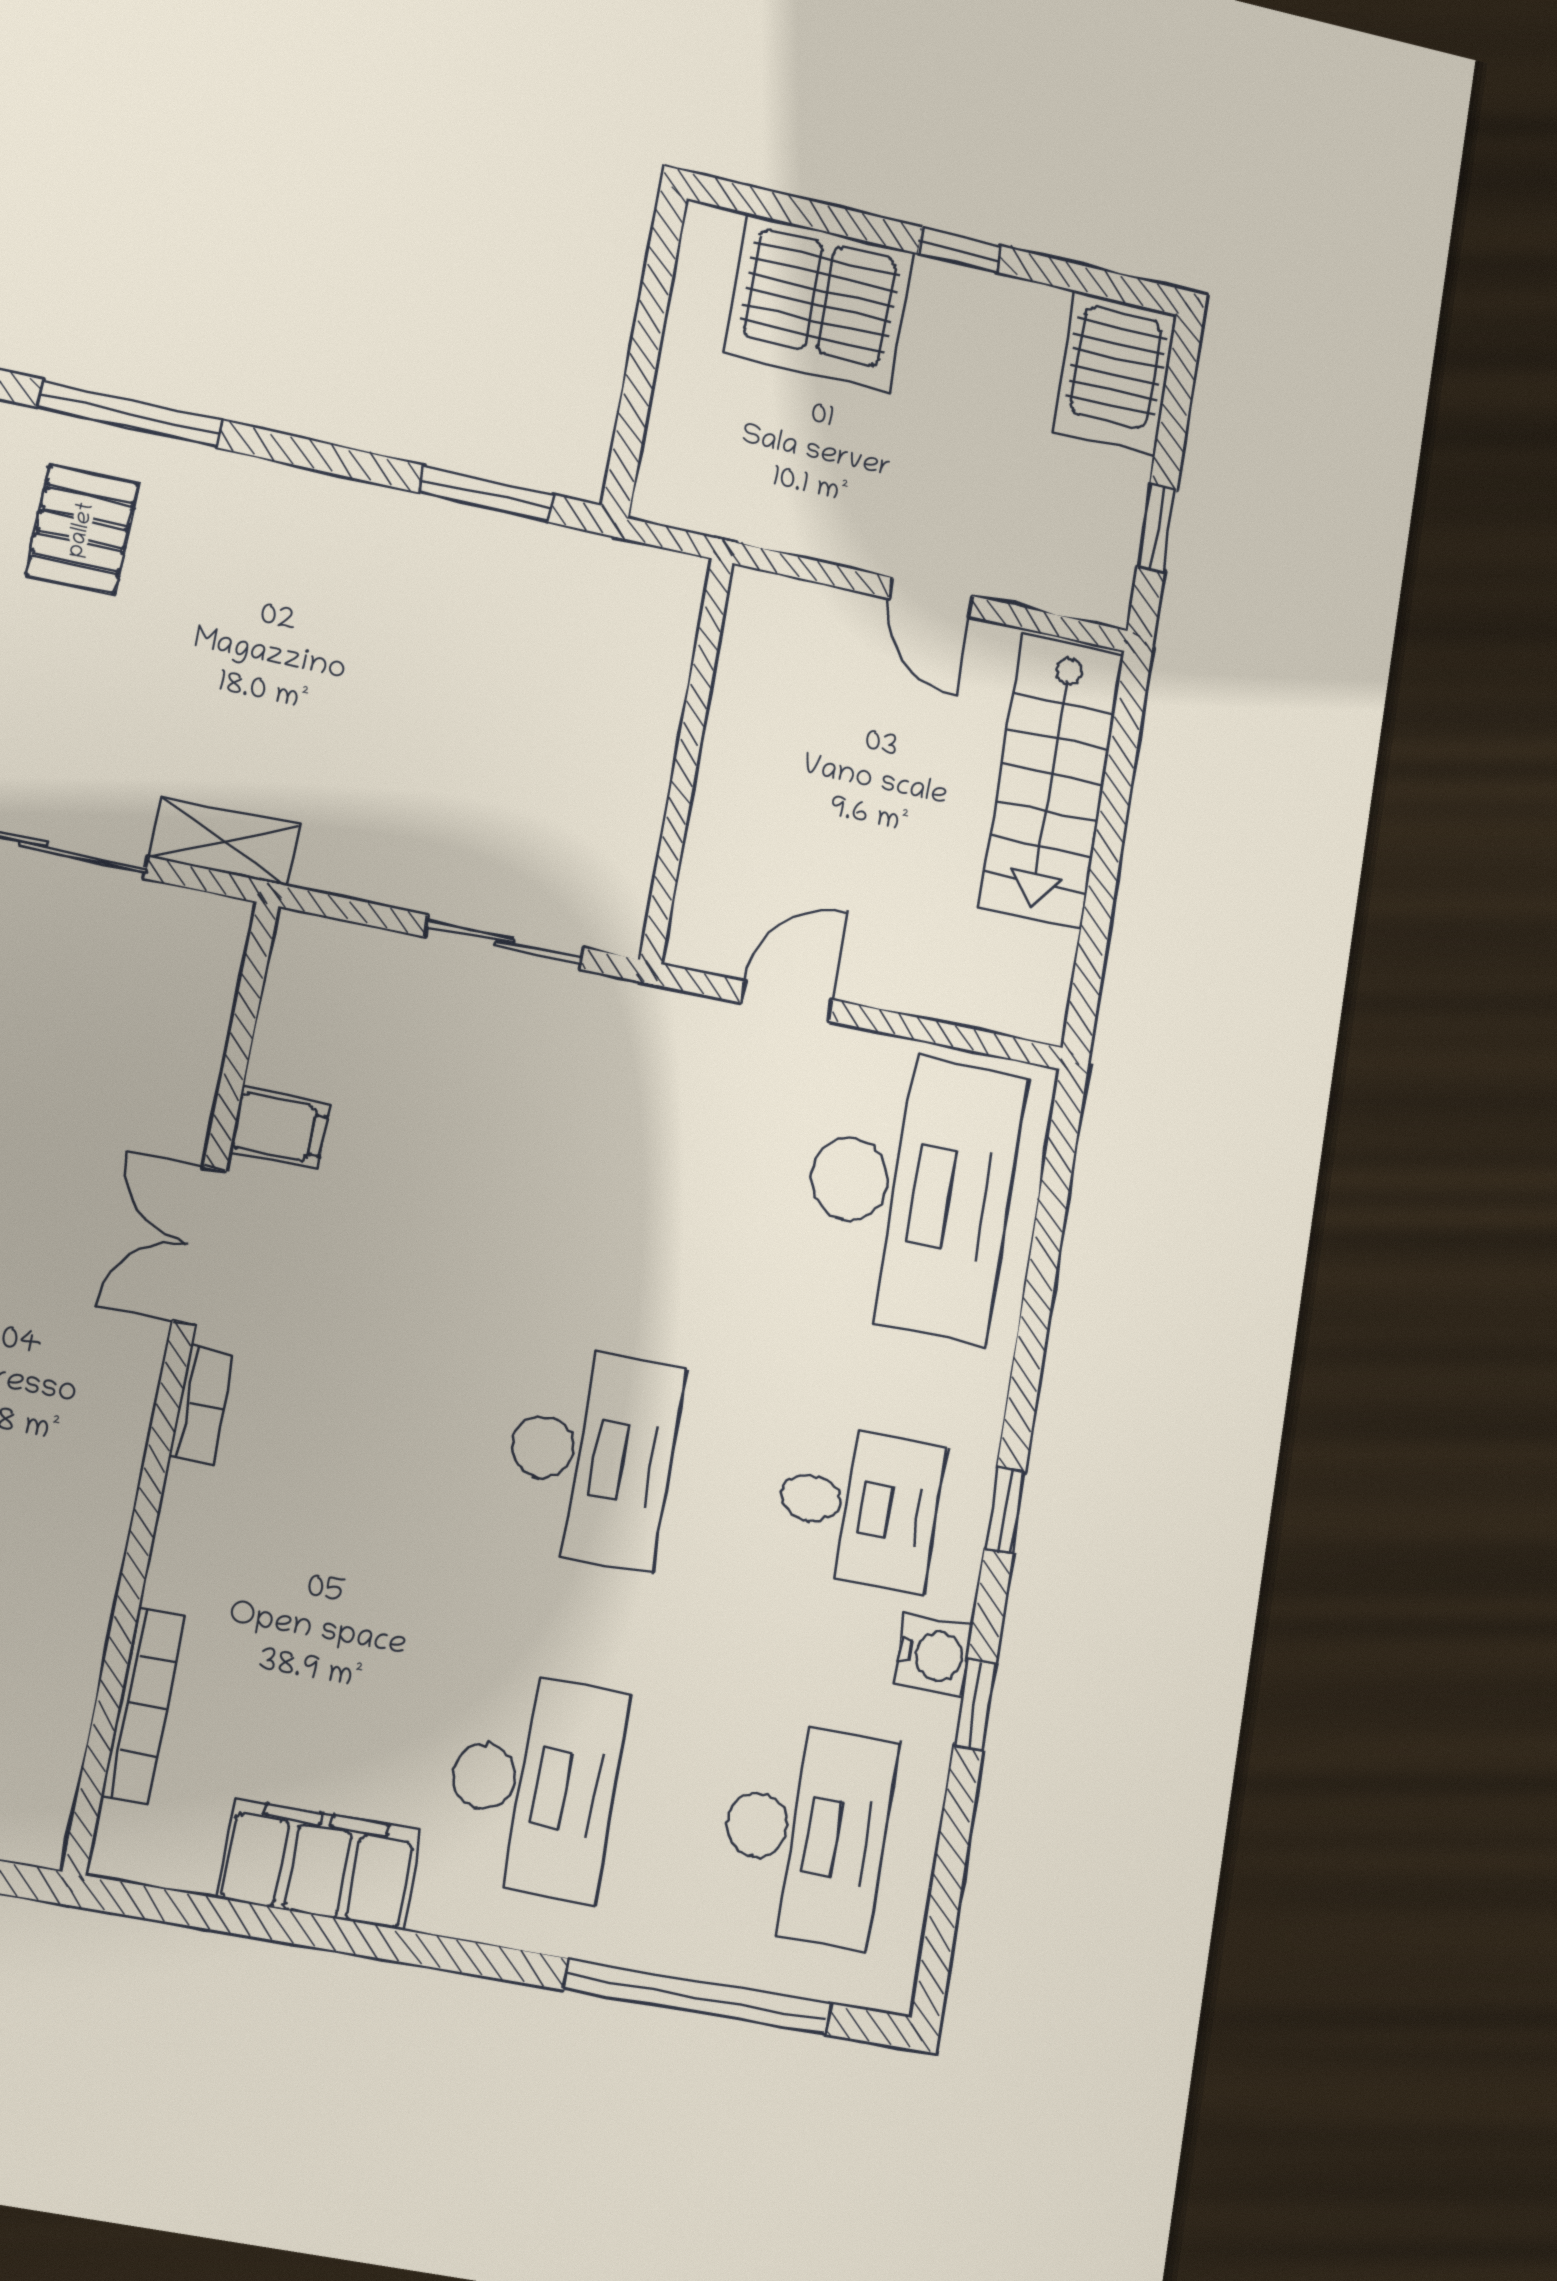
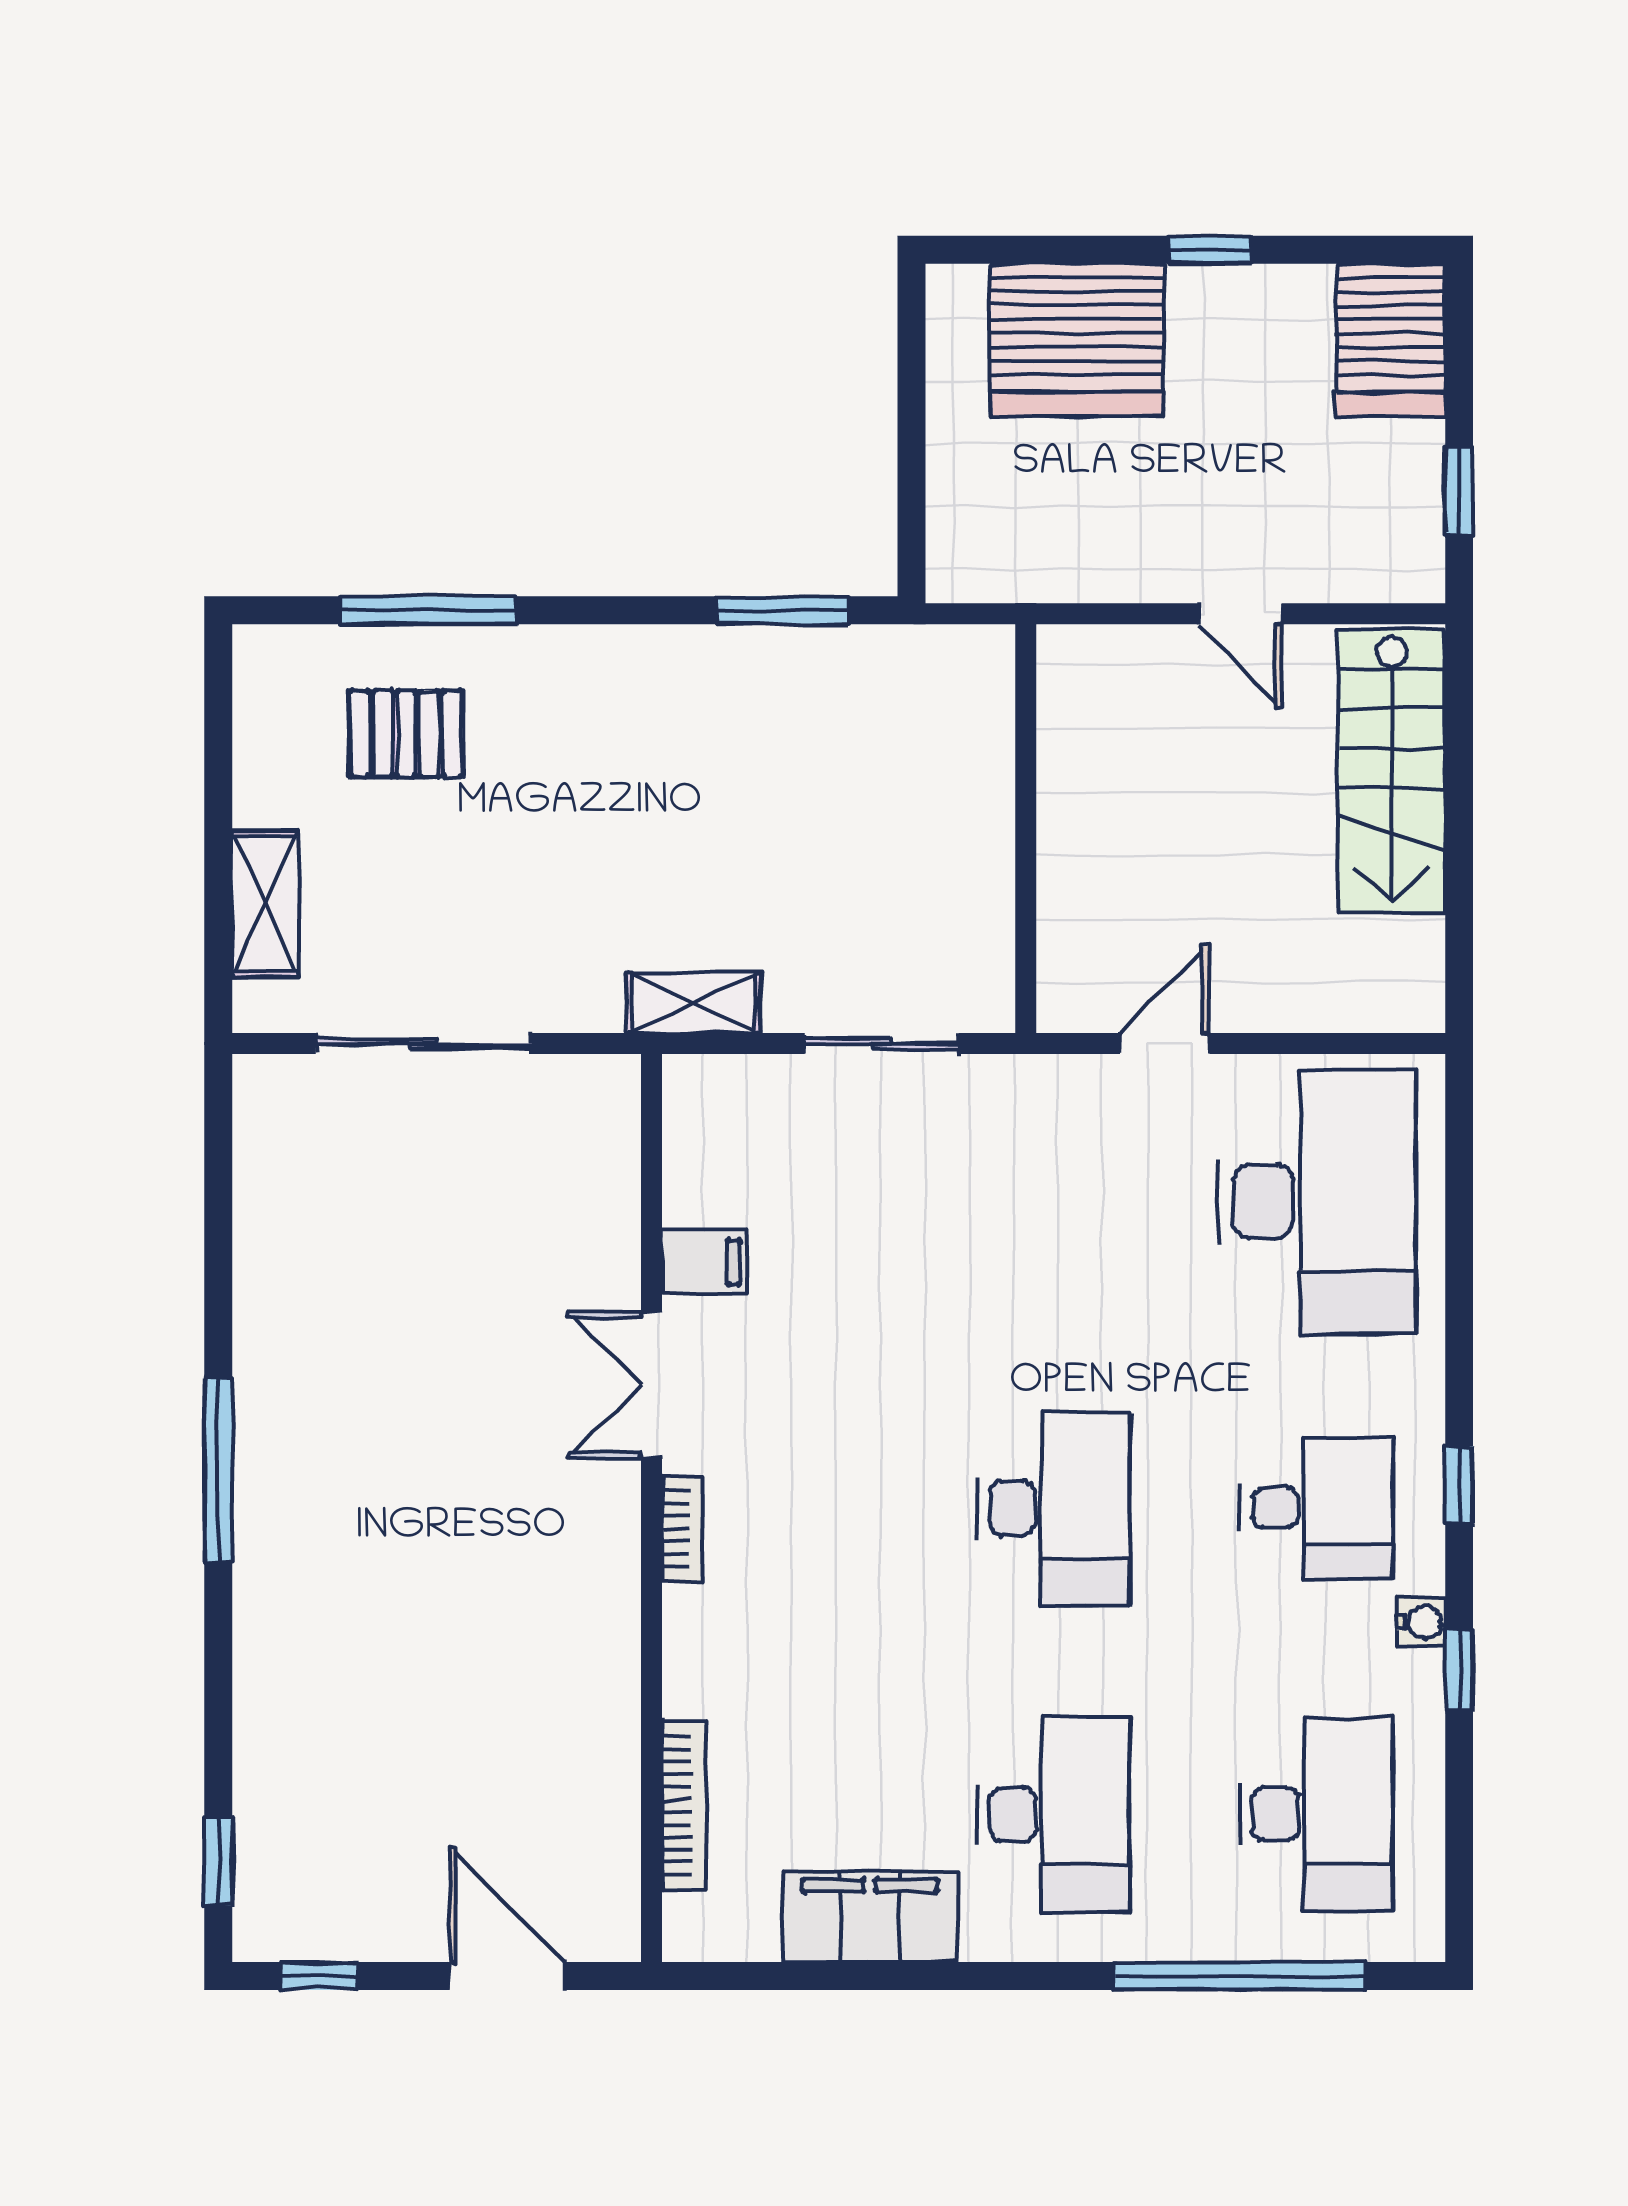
pallet: (82, 530) -> (406, 734), turned 90
shelving: (224, 841) -> (694, 1003), moved
water cooler: (934, 1655) -> (1421, 1622), width x0.72, depth x0.72

